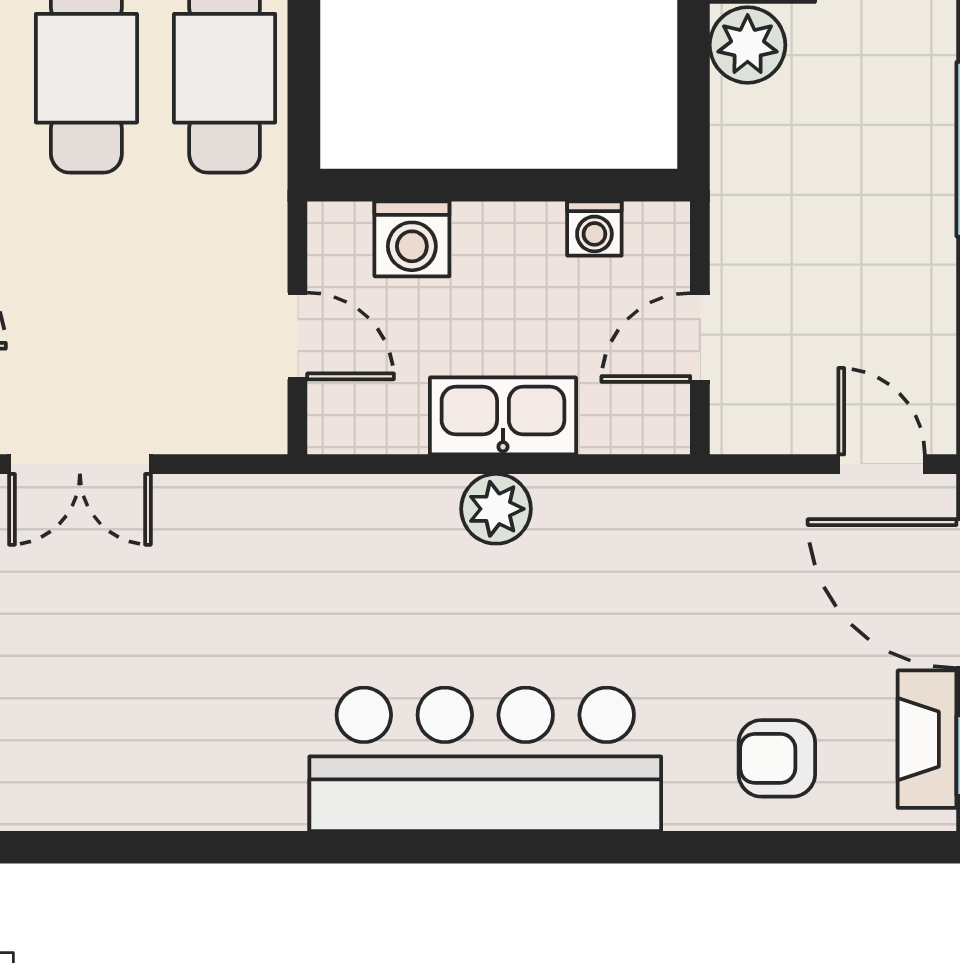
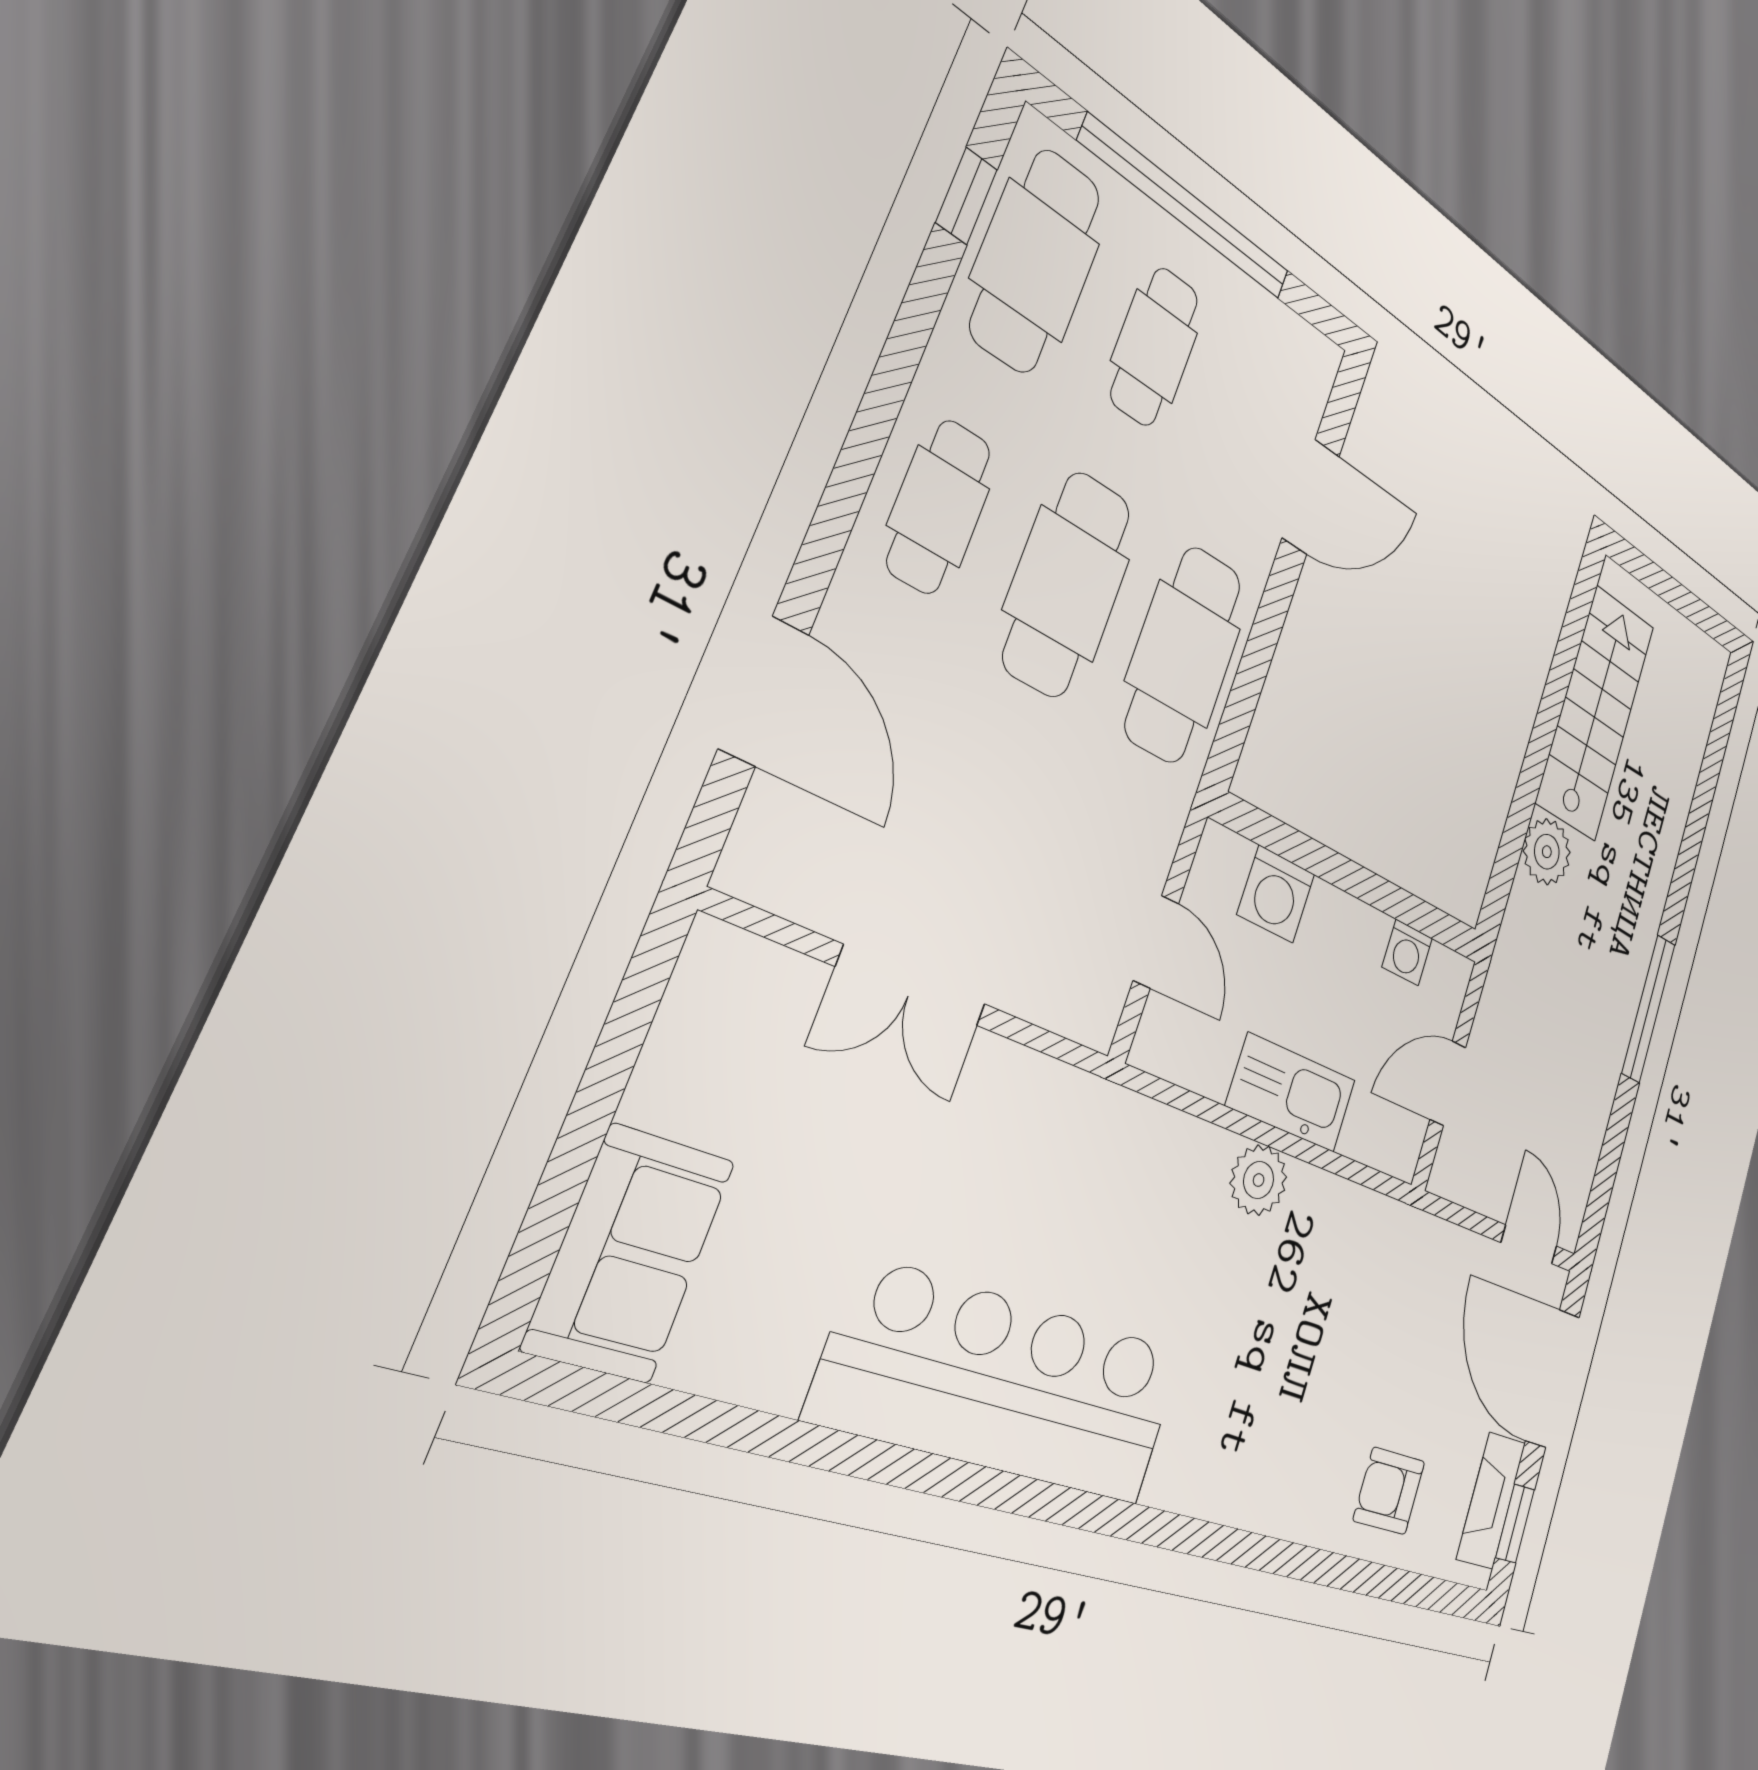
bar counter: (485, 759) -> (1005, 1384), moved

